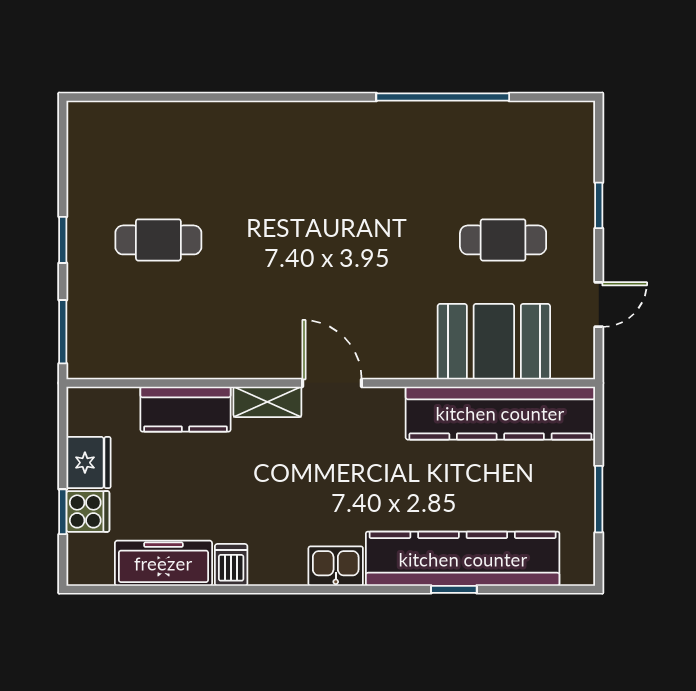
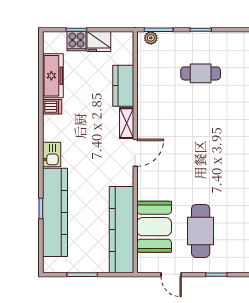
cafe table: (158, 240) -> (201, 73), turned 90
cafe table: (503, 240) -> (201, 231), width x1.37, depth x1.35
plant: (81, 349) -> (151, 38), added

